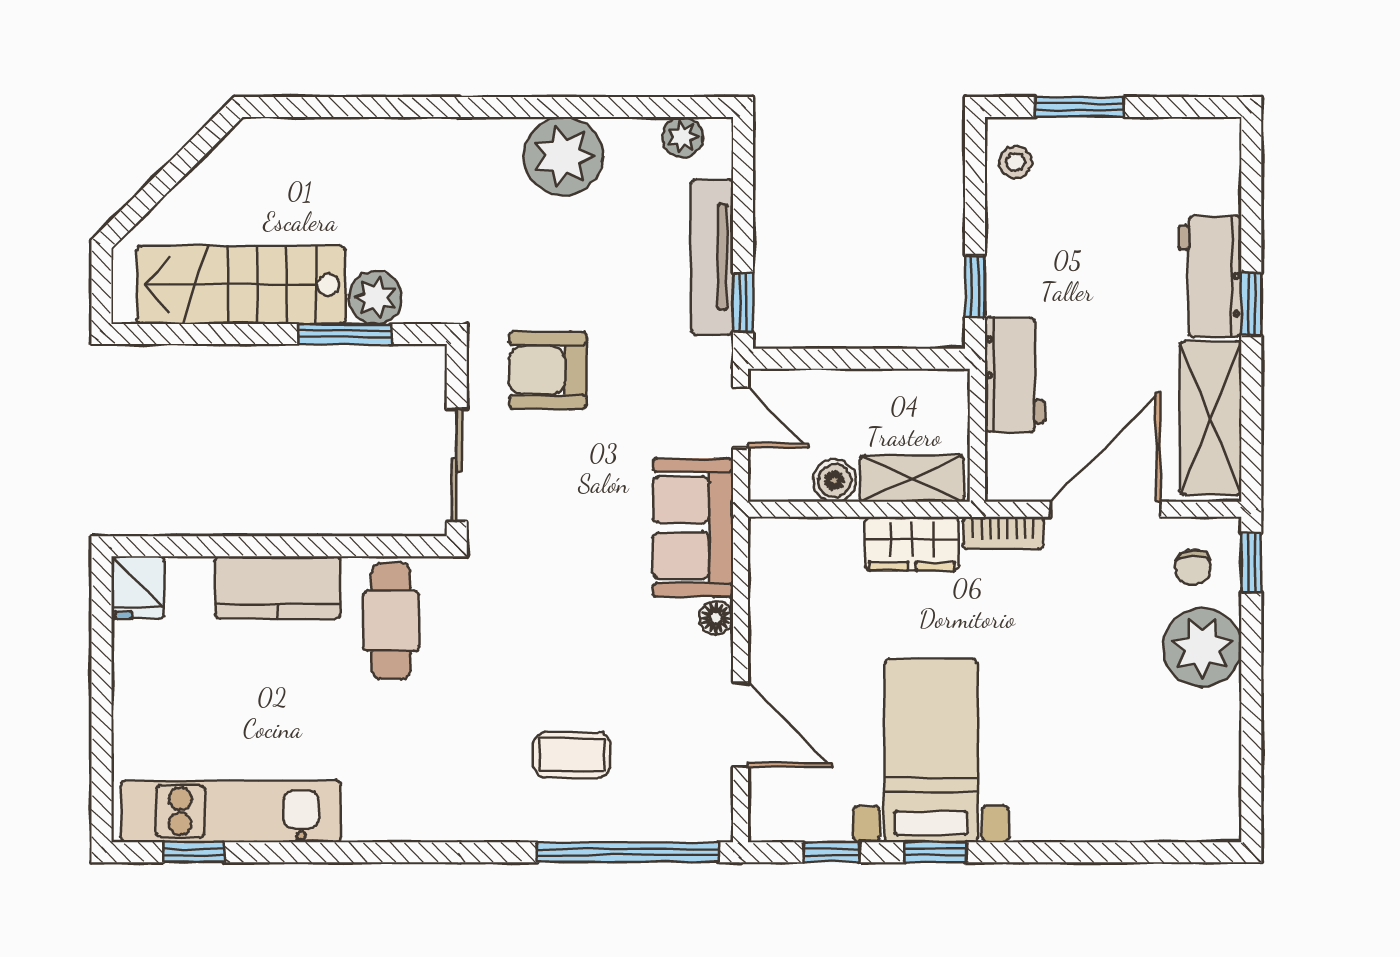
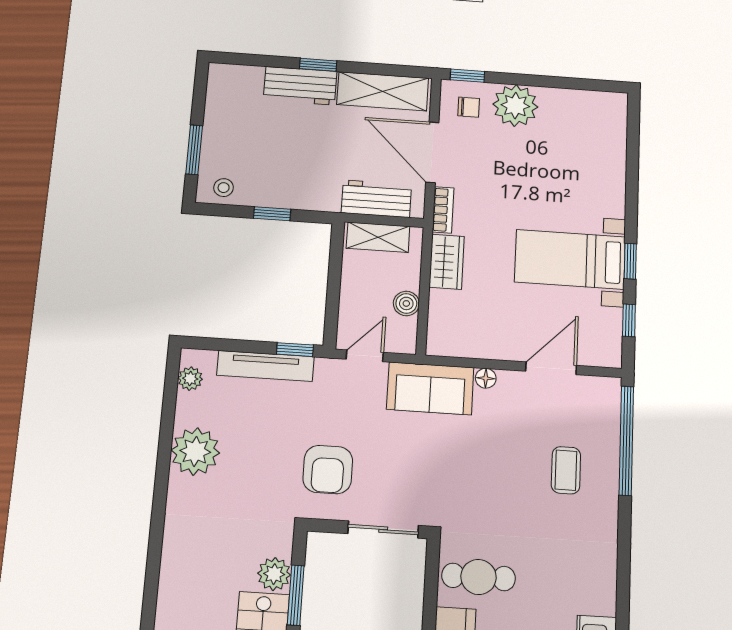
window: (975, 286) -> (272, 214), moved
workbench: (1015, 375) -> (376, 199), moved
shelving: (912, 478) -> (378, 237), moved, turned 90

